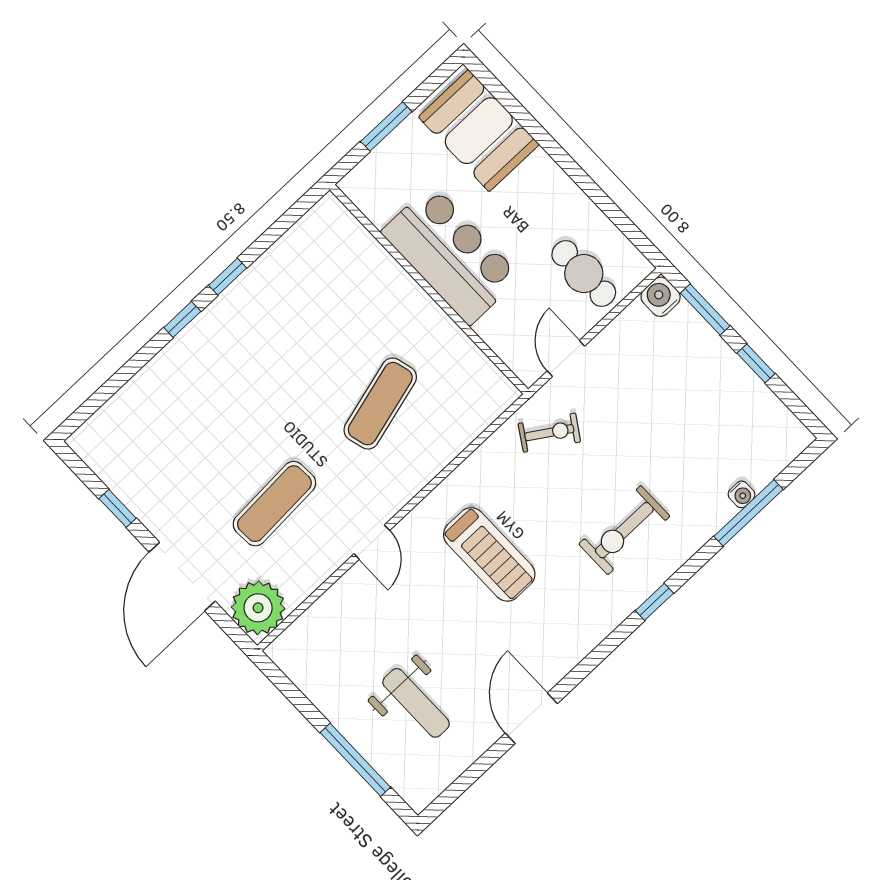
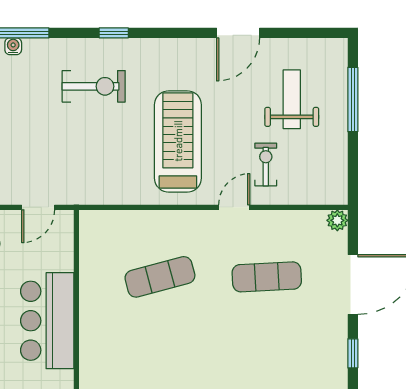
exercise bike: (549, 433) -> (266, 164), moved, turned 57
treadmill: (489, 554) -> (178, 141), width x1.37, depth x1.38
plant: (258, 608) -> (337, 220), width x0.53, depth x0.53

